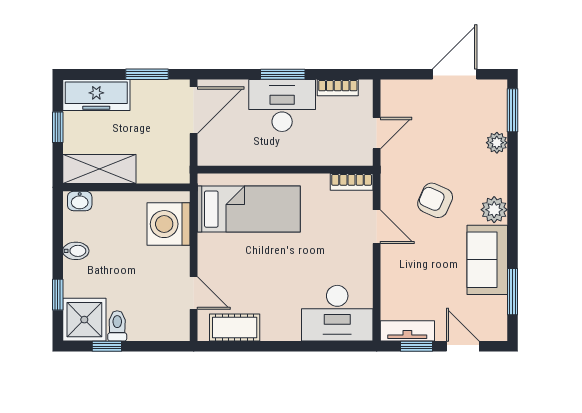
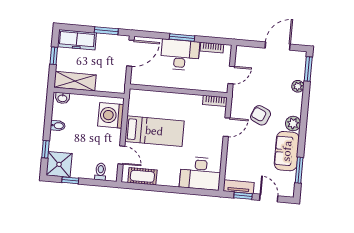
bed: (249, 209) -> (154, 131), moved
door: (377, 227) -> (227, 127), hinge flipped
toilet: (117, 326) -> (101, 172), moved

